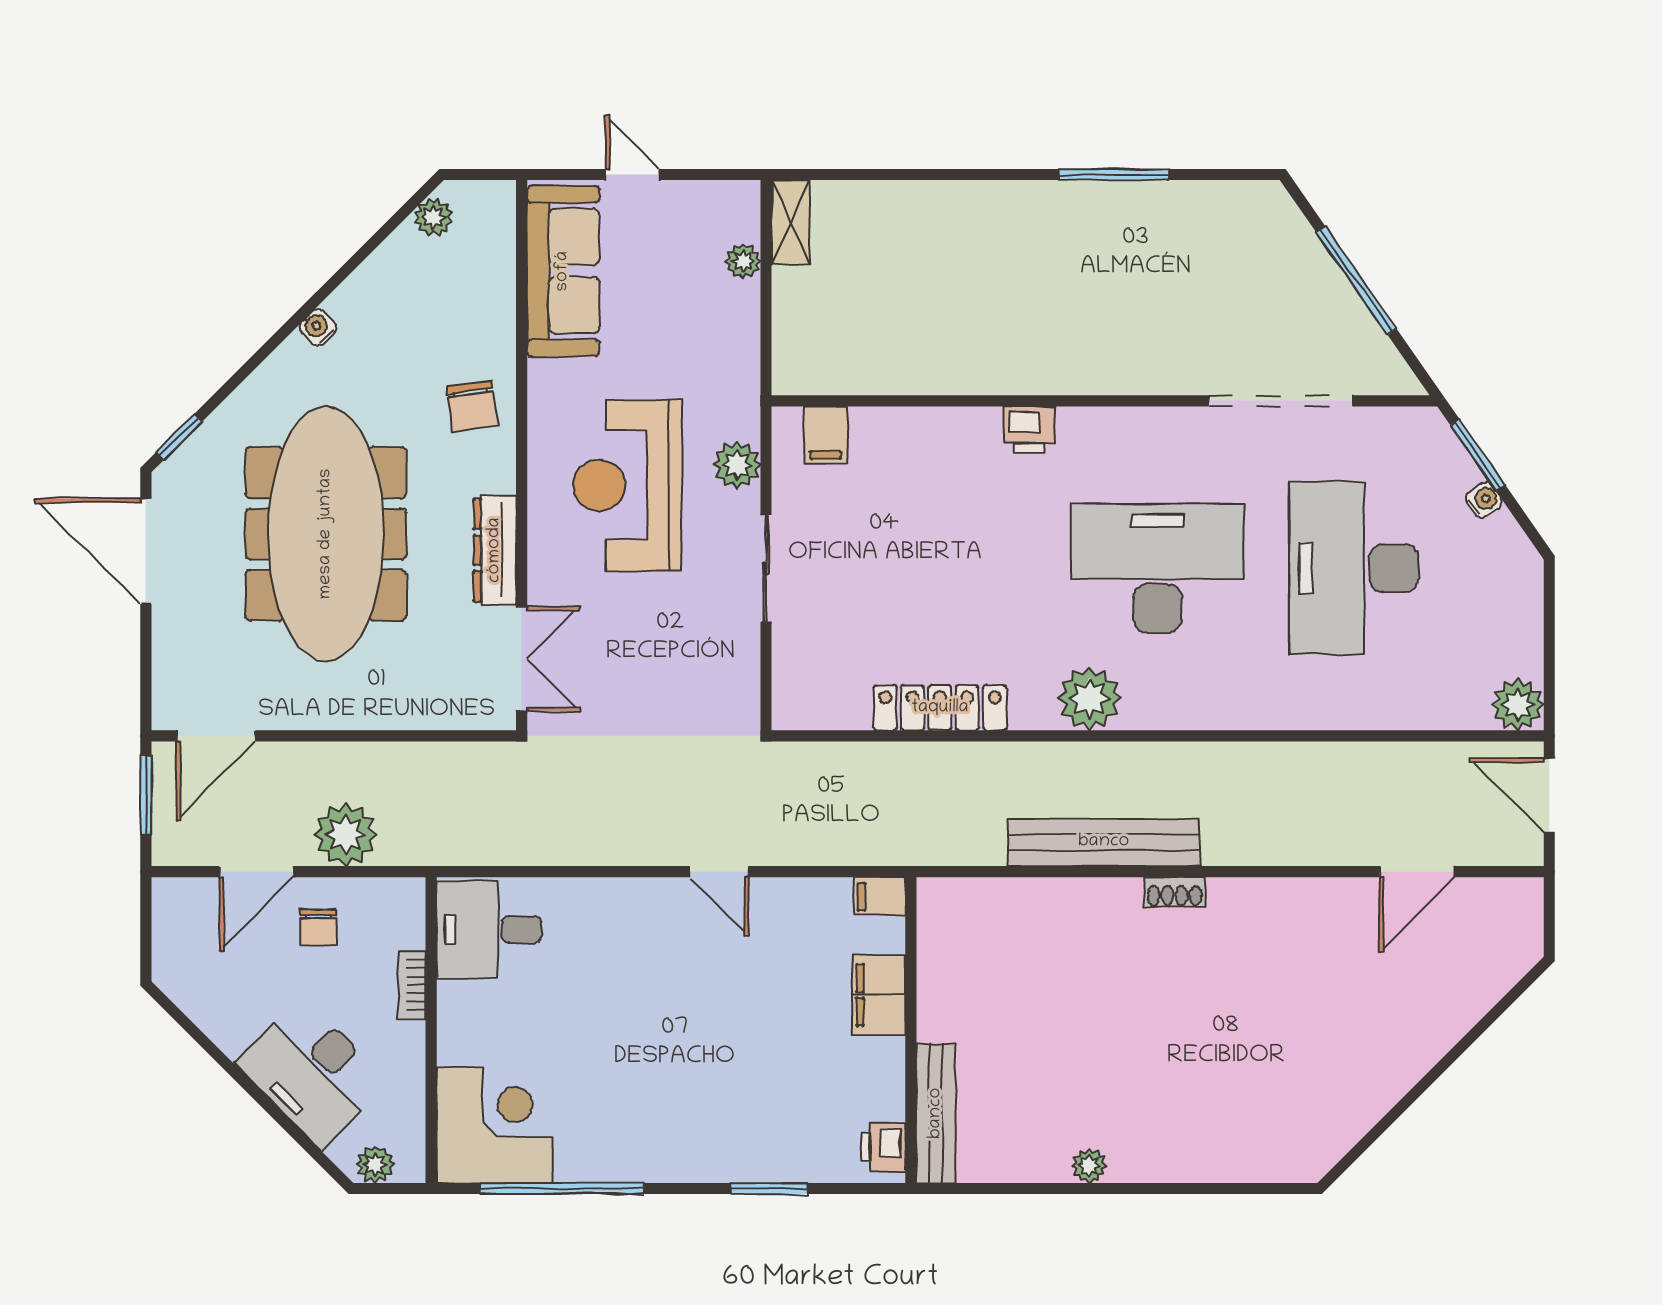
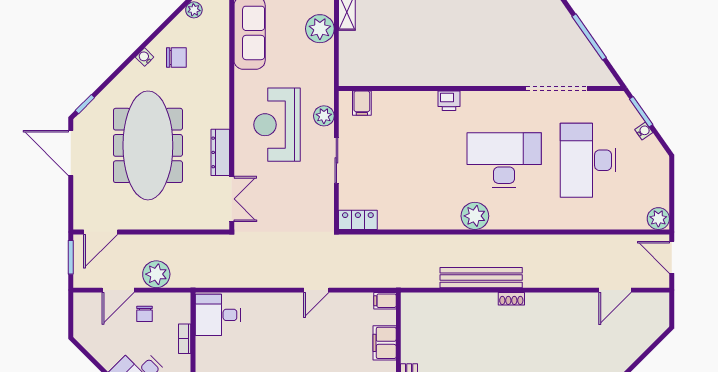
plant: (743, 261) -> (320, 29), width x1.88, depth x1.88
chair: (472, 406) -> (176, 58), moved, turned -82
locker: (940, 708) -> (358, 220), moved, width x0.66
door: (719, 872) -> (316, 290), hinge flipped

